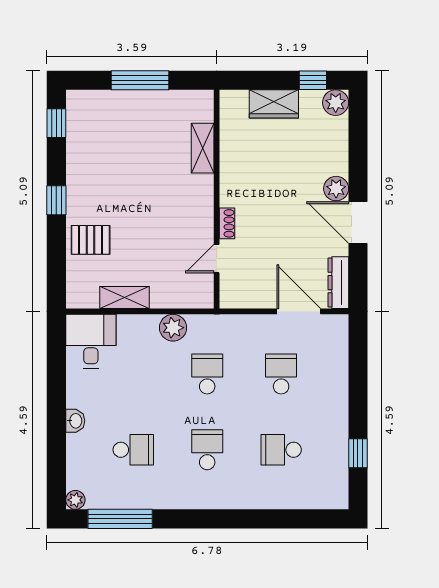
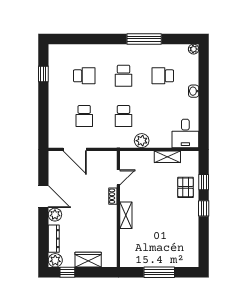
window: (56, 123) -> (204, 182), moved
shelving: (203, 148) -> (126, 215), moved
pallet: (91, 240) -> (186, 187), turned 90
dresser: (338, 283) -> (54, 239), moved
window: (120, 519) -> (144, 39), moved

